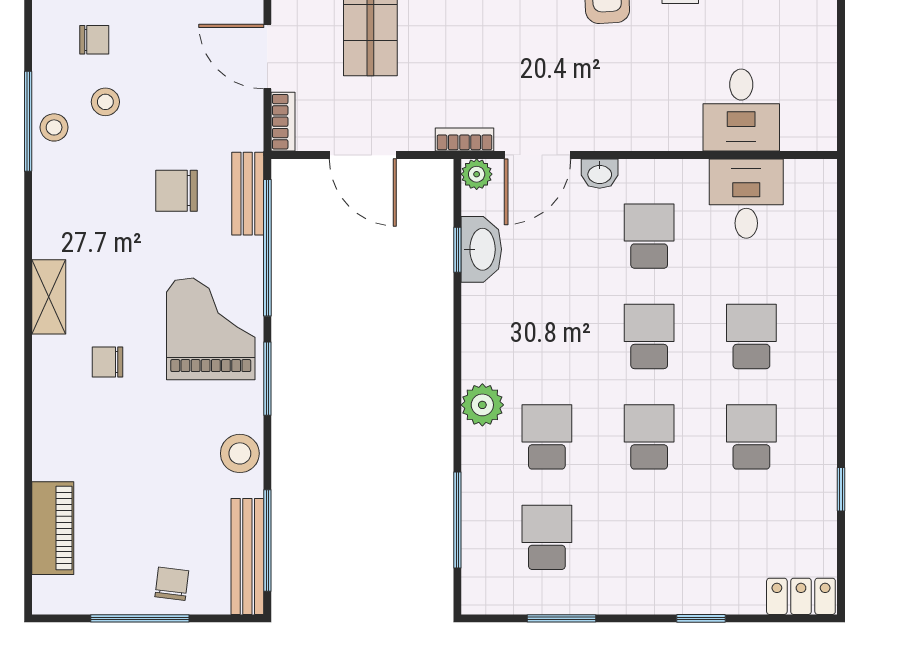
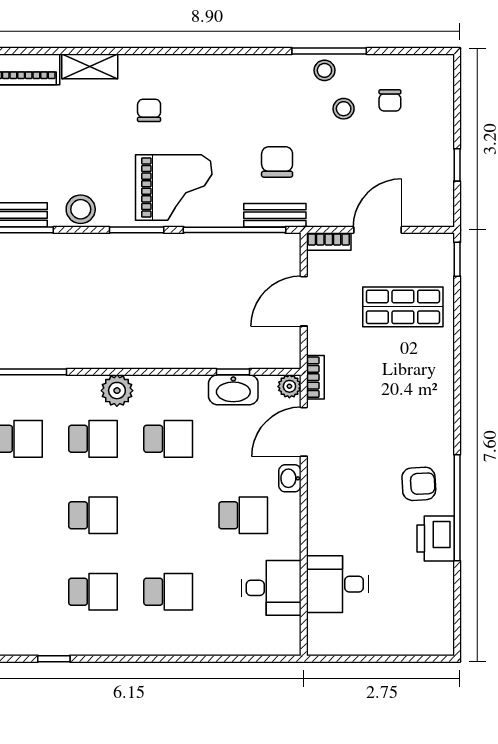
door: (538, 155) -> (304, 432), hinge flipped
shelving: (49, 297) -> (90, 66), moved
school desk: (649, 336) -> (168, 439), moved

